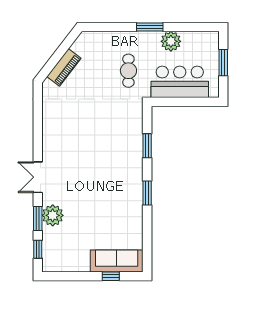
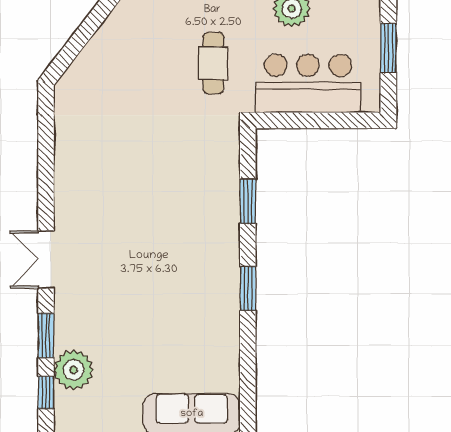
piano: (64, 67) -> (94, 57), removed
plant: (53, 215) -> (74, 370), moved

